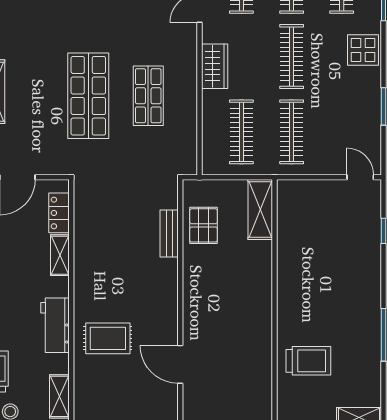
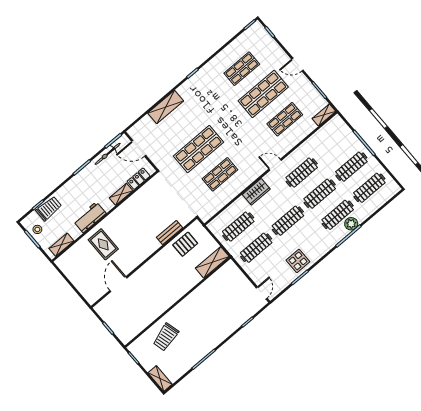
display table: (363, 50) -> (298, 261), moved
trolley: (308, 361) -> (166, 337), turned 75

